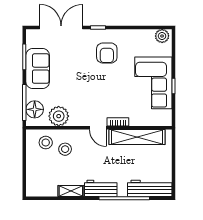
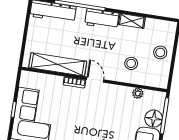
floor lamp: (35, 109) -> (154, 119), moved
plant: (59, 116) -> (138, 93), width x0.53, depth x0.53
stool: (46, 143) -> (160, 52), moved

